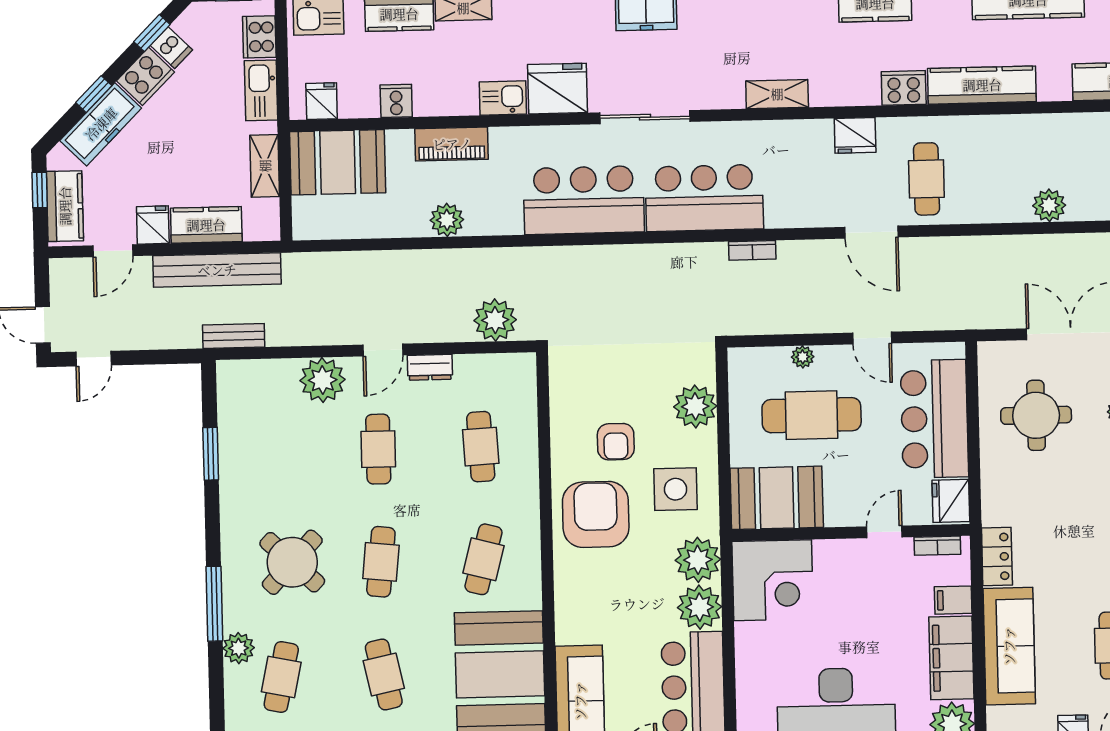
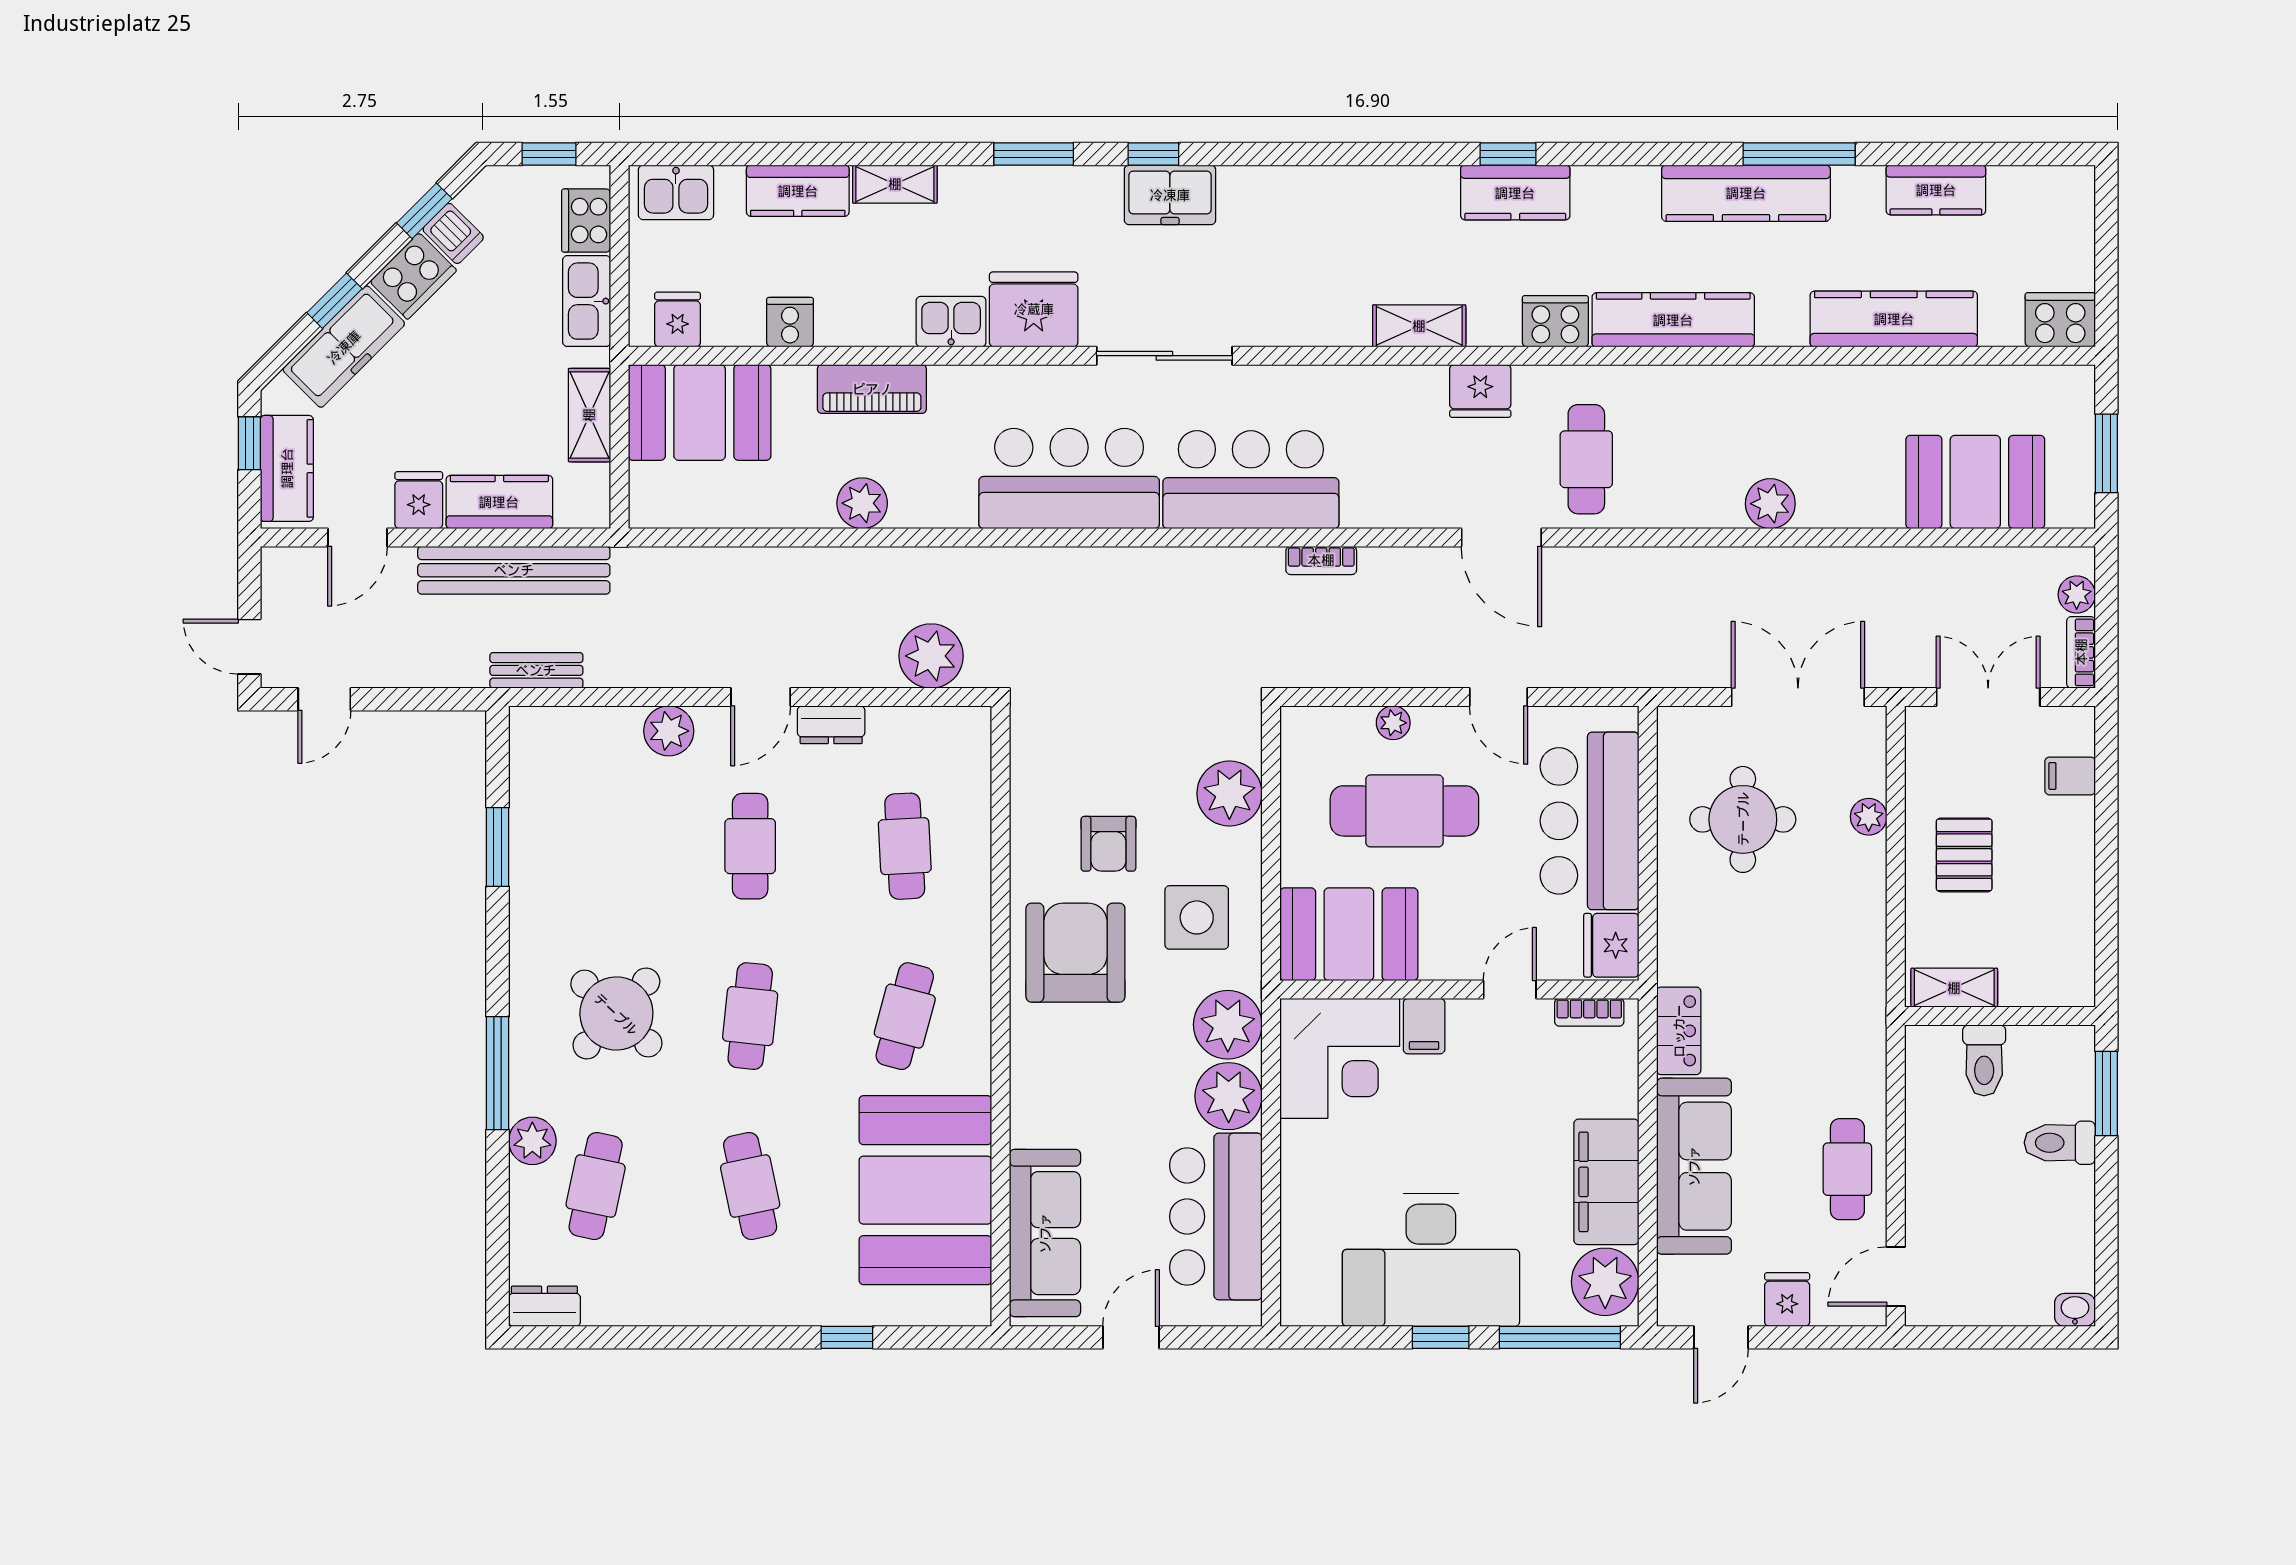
shelving: (777, 94) -> (1419, 326), moved
plant: (323, 380) -> (669, 731), width x0.73, depth x0.73
filing cabinet: (953, 600) -> (1424, 1026), moved, turned -90

